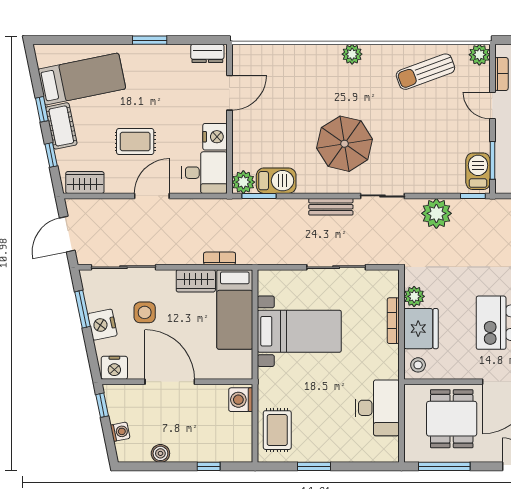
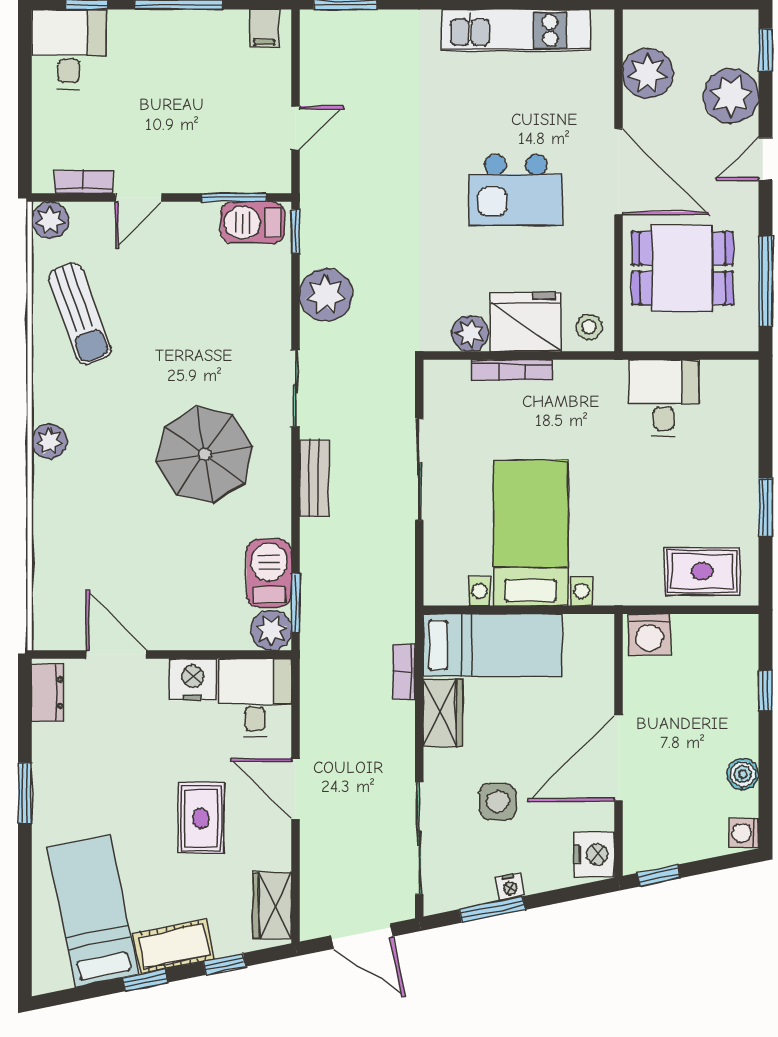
nightstand: (102, 325) -> (510, 887), width x0.53, depth x0.56
desk: (377, 408) -> (664, 398), width x0.73
washing machine: (120, 432) -> (744, 833), moved, turned -78

